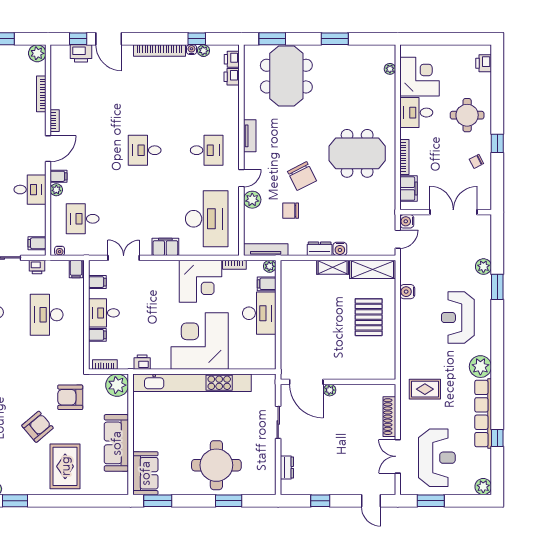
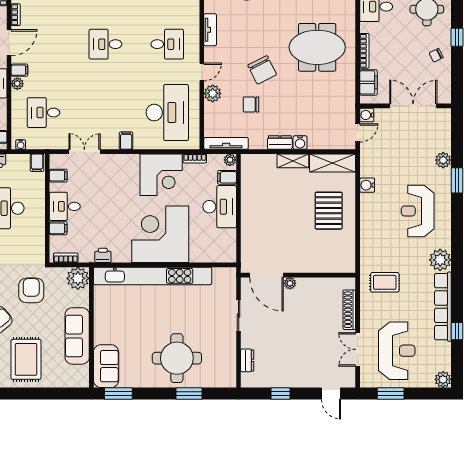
filing cabinet: (165, 247) -> (126, 141), width x0.50
armchair: (70, 397) -> (31, 290), turned 90

